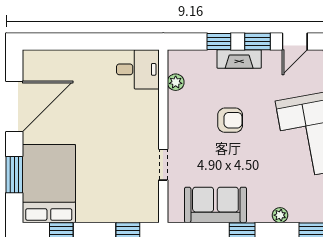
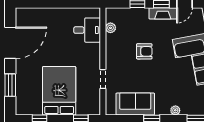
fireplace: (239, 59) -> (163, 13), moved
desk: (138, 69) -> (87, 30), moved
bed: (49, 184) -> (59, 91), moved

